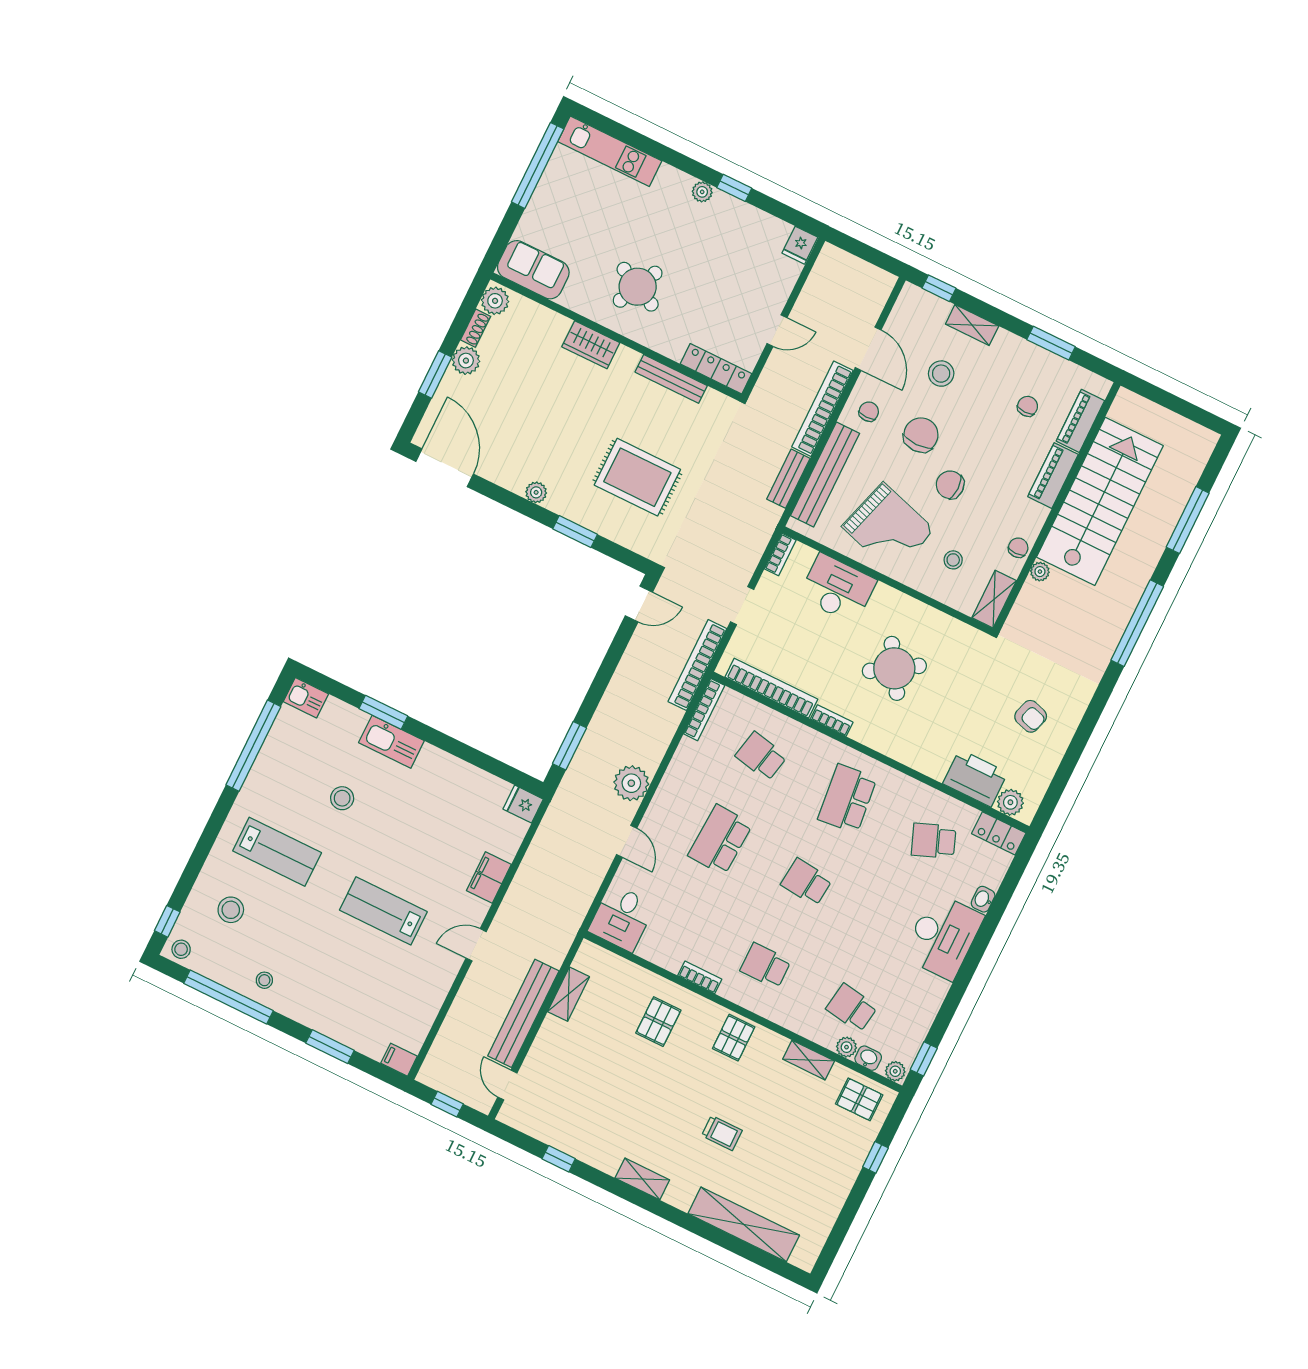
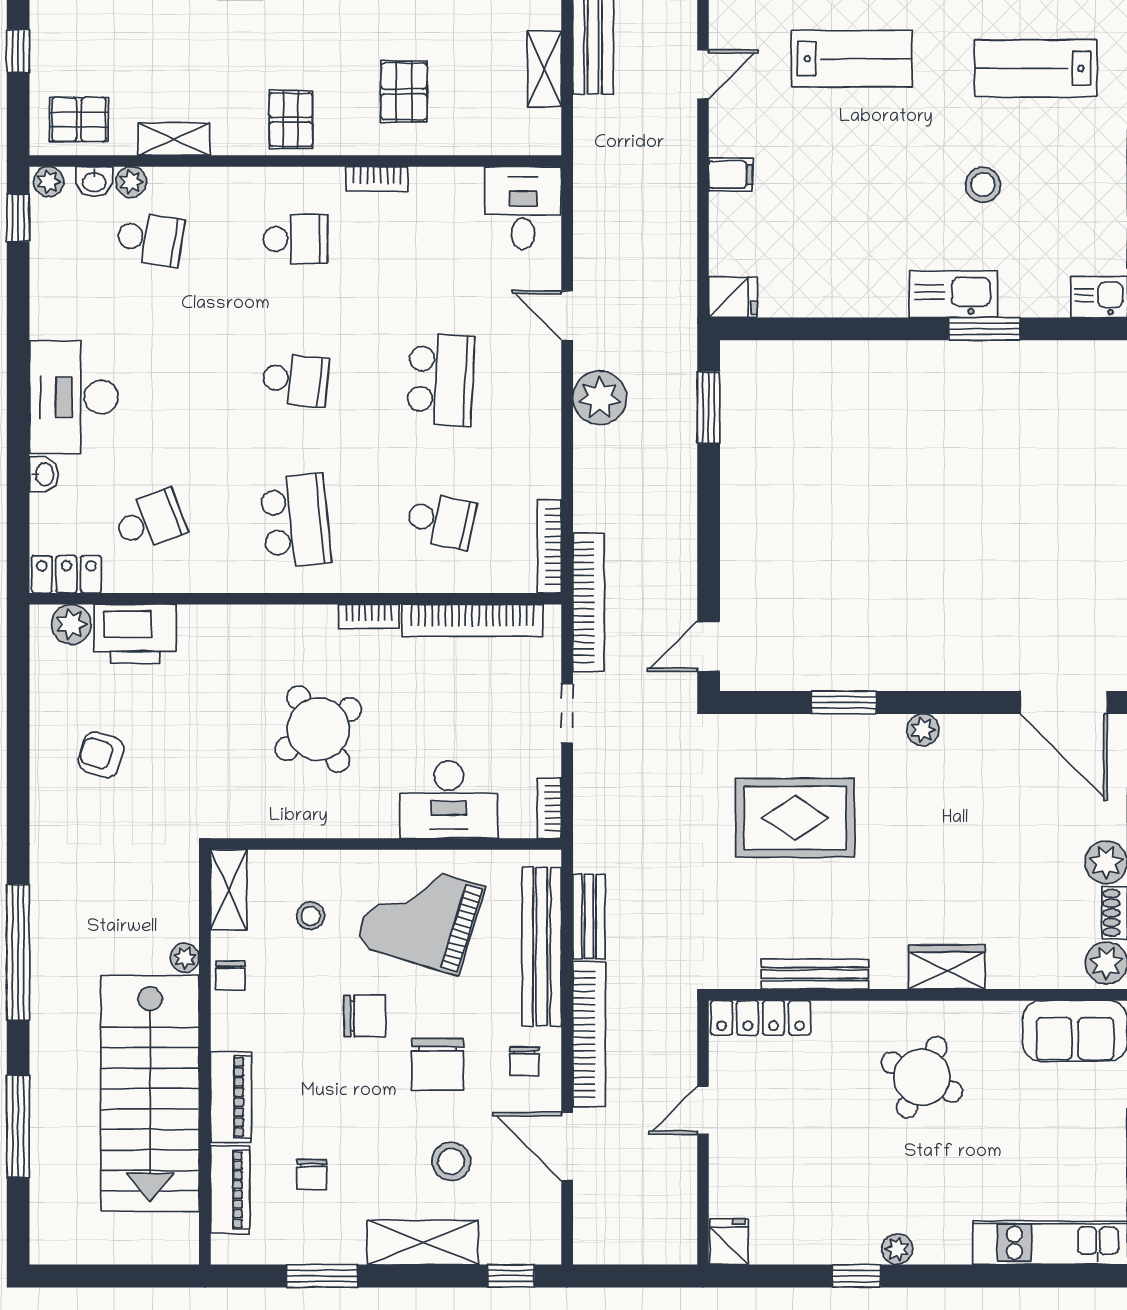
shelving: (972, 325) -> (423, 1242), width x1.50, depth x1.33
filing cabinet: (489, 877) -> (731, 175), width x0.50

